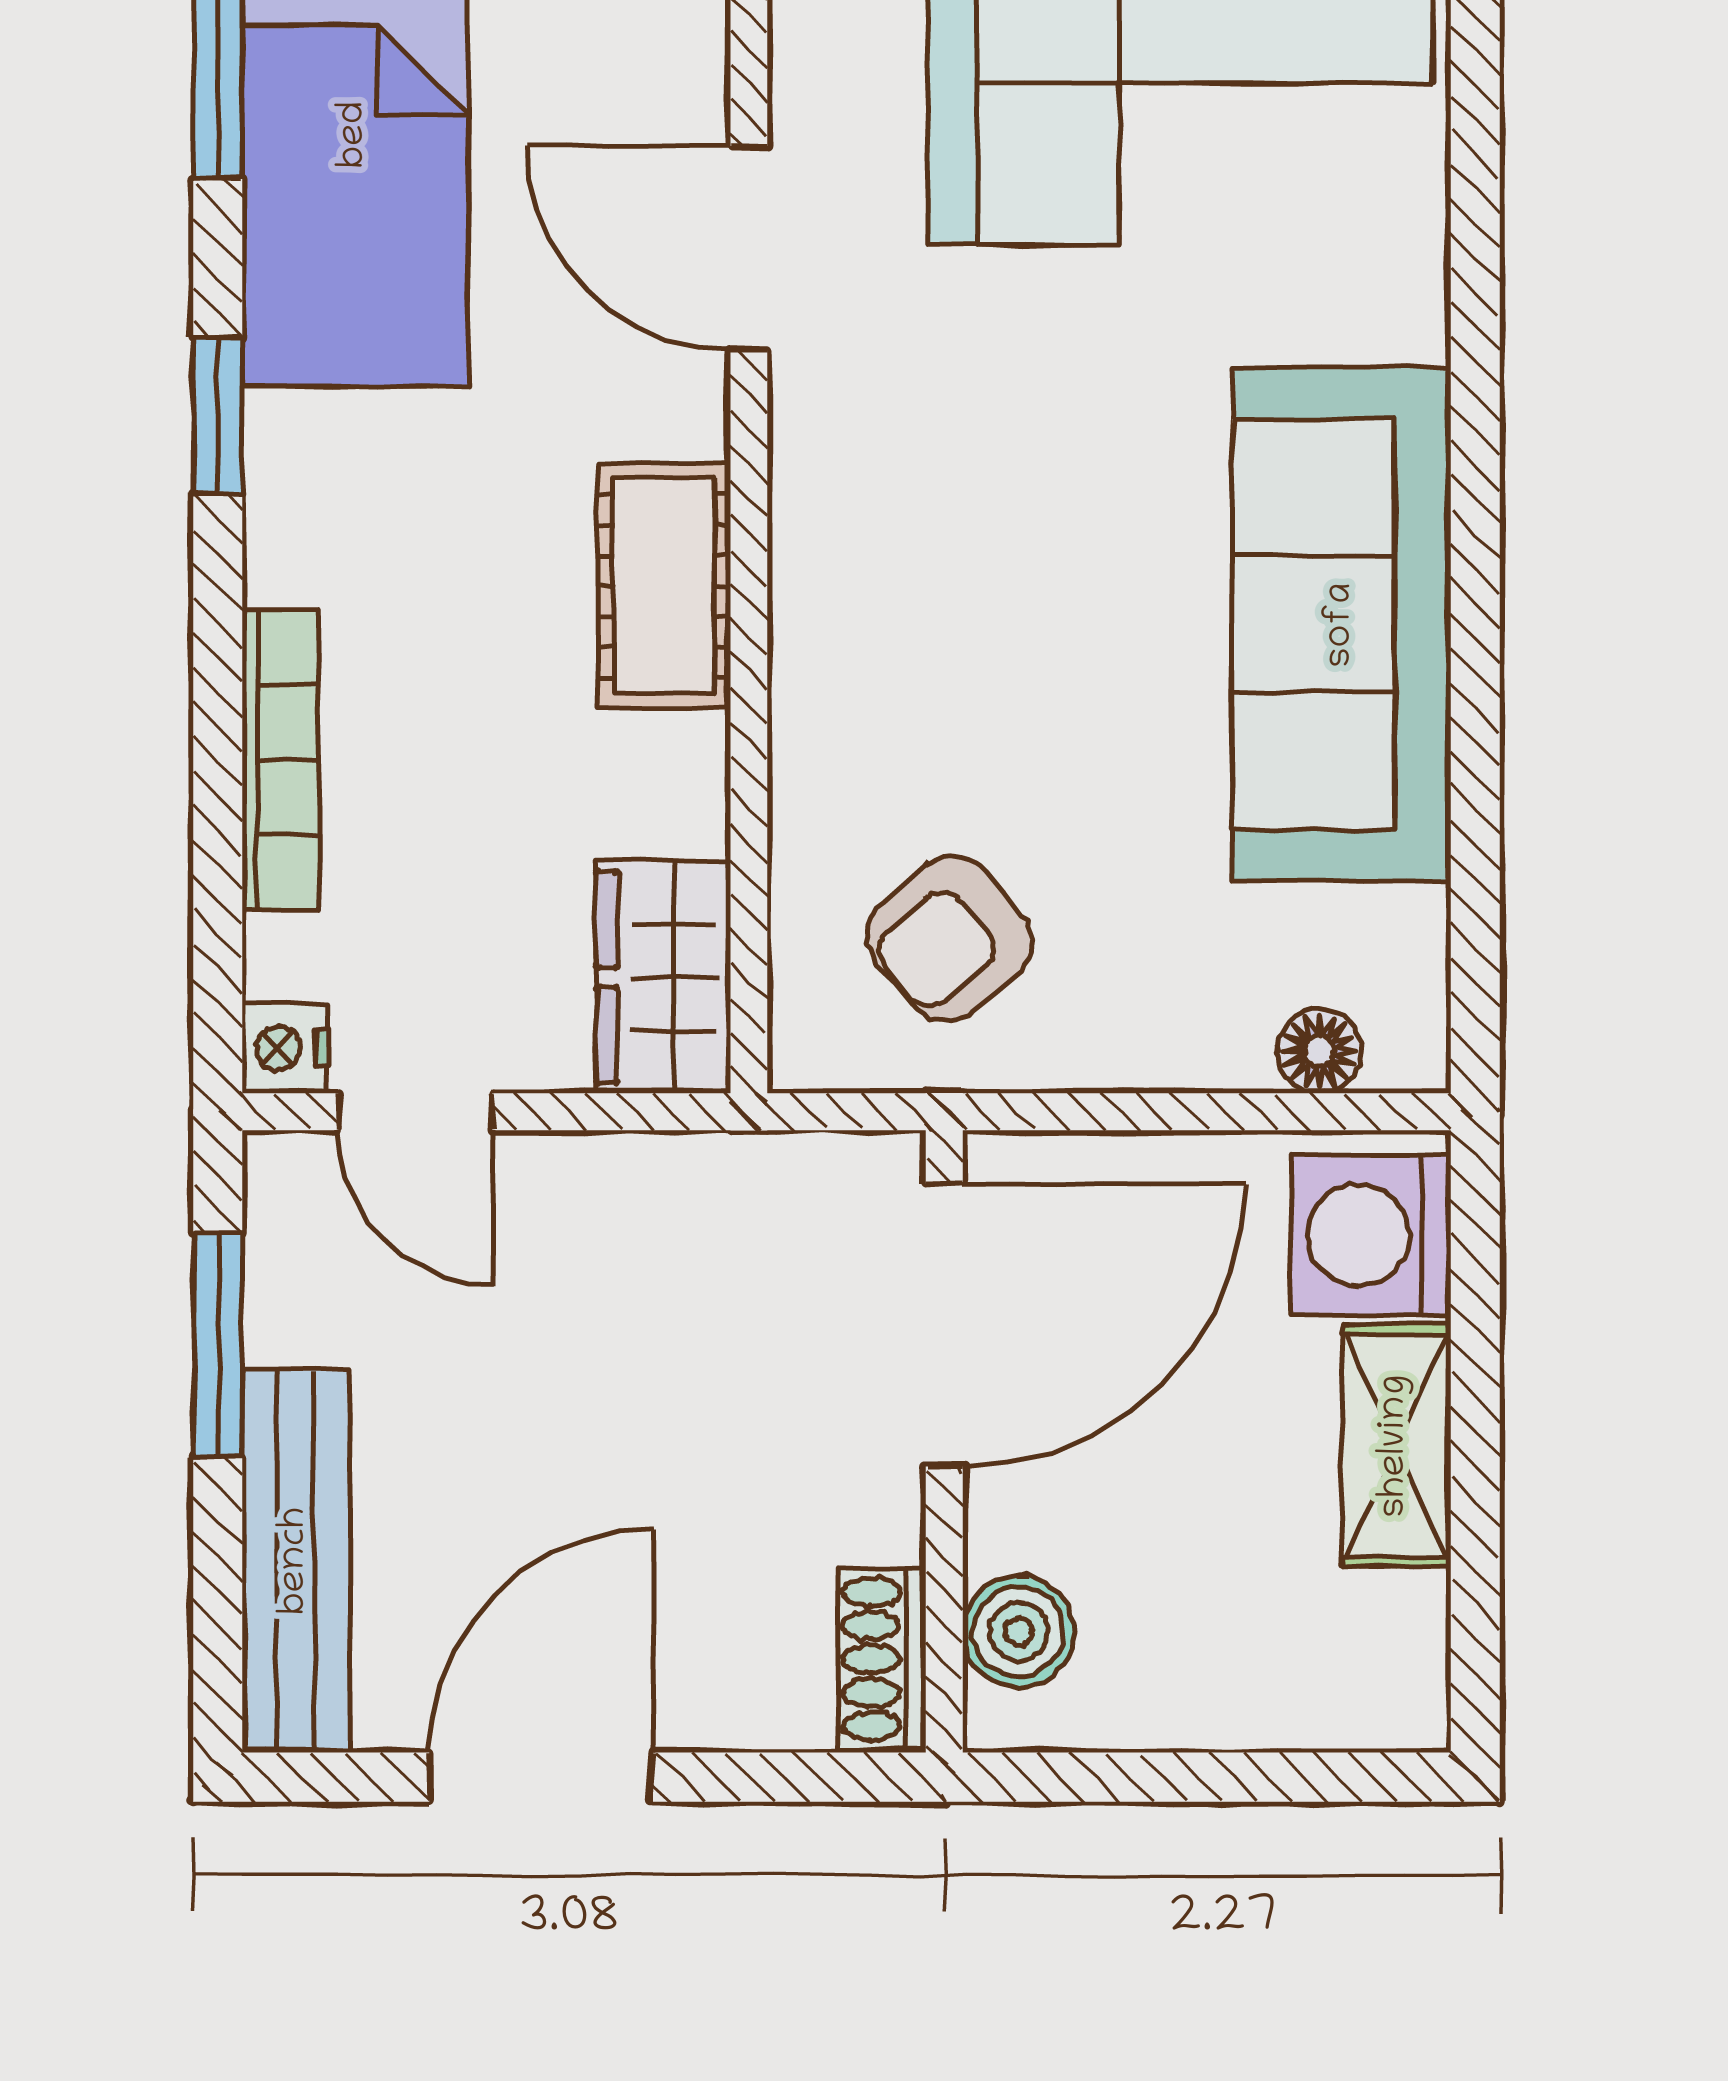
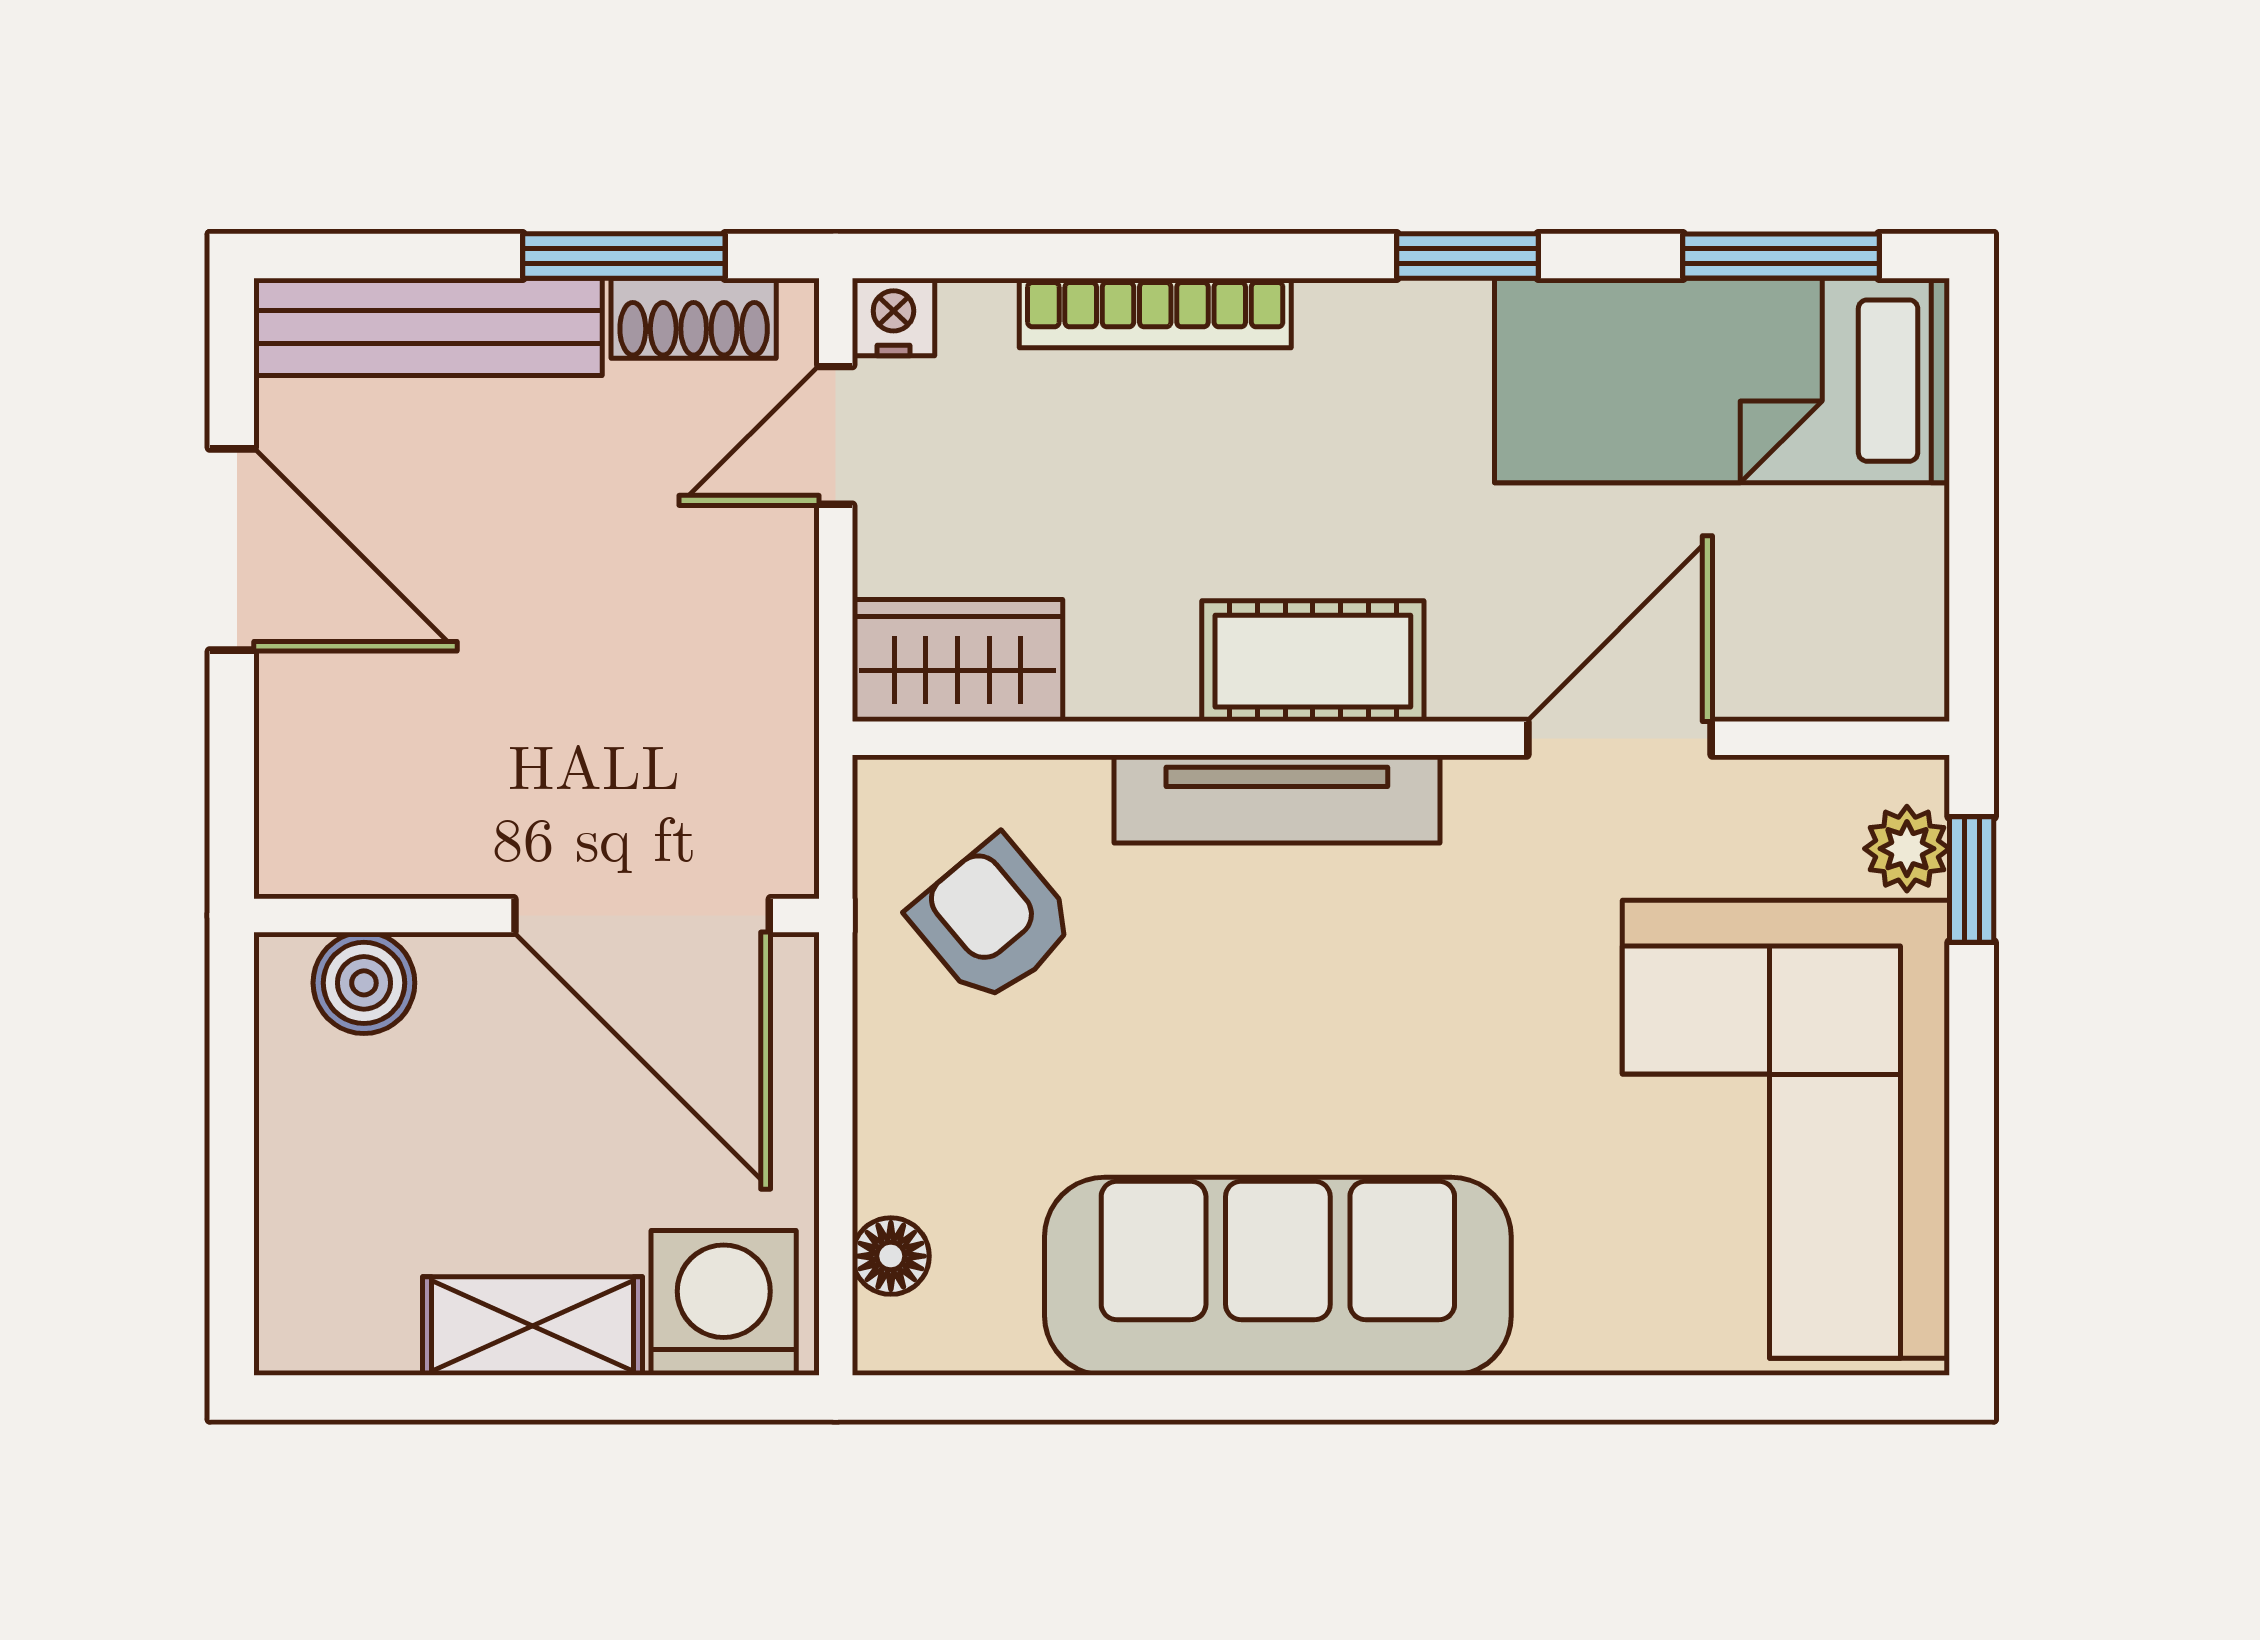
tv unit: (816, 626) -> (1277, 799), added
shoe rack: (882, 1659) -> (694, 318), moved, turned 180

